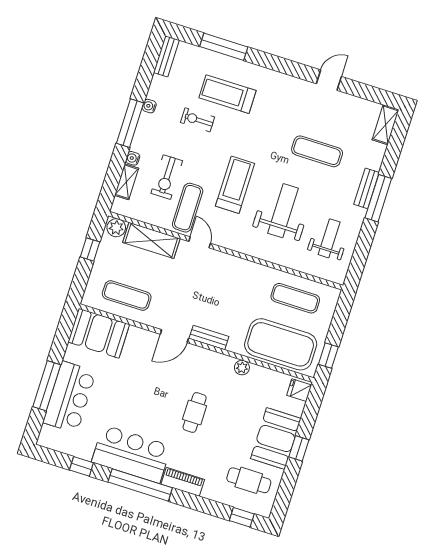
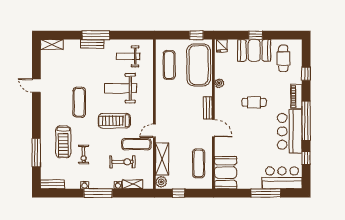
exercise mat: (317, 151) -> (79, 102), moved
bar counter: (69, 397) -> (282, 178), moved
window: (242, 517) -> (306, 74), moved

